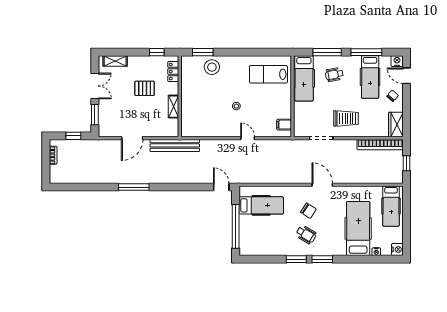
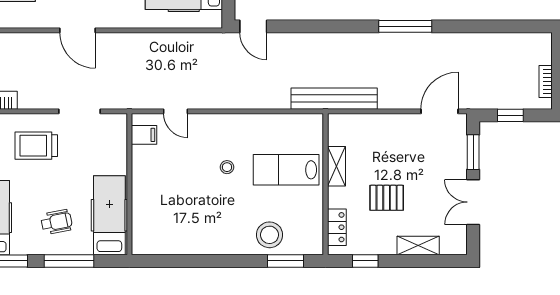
shelving: (115, 61) -> (418, 245), moved
lab bench: (268, 74) -> (286, 170), moved, turned 180
door: (132, 138) -> (439, 111), moved
door: (248, 138) -> (176, 111), moved

